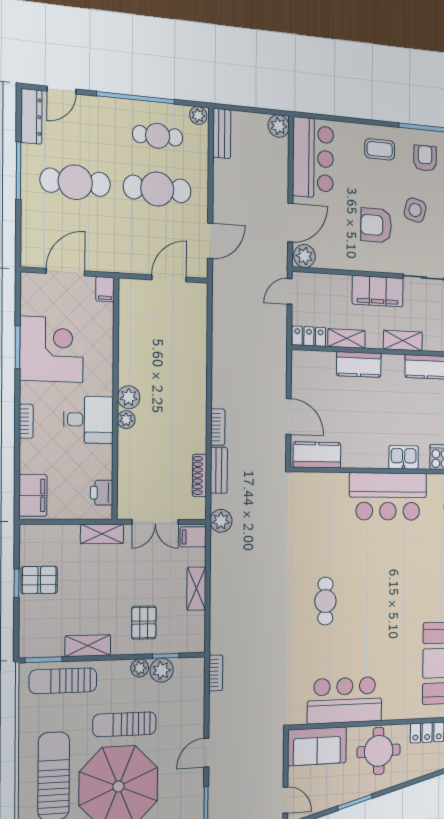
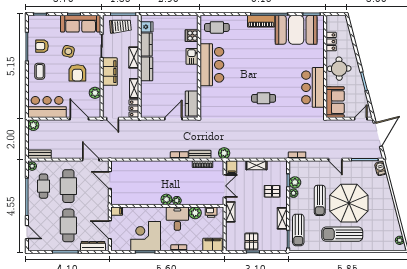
dresser: (31, 116) -> (93, 246), moved
plant: (304, 256) -> (95, 93), moved
kitchen counter: (359, 364) -> (147, 69), moved
plant: (100, 458) -> (195, 213), added

